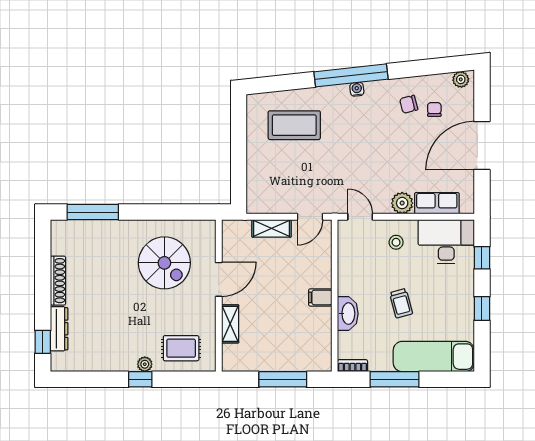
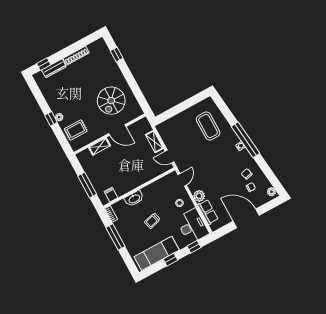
window: (93, 212) -> (117, 54), width x0.46
filing cabinet: (320, 297) -> (111, 195), moved
rug: (181, 348) -> (76, 130), turned 90
exam couch: (434, 357) -> (157, 253), moved, turned -90

